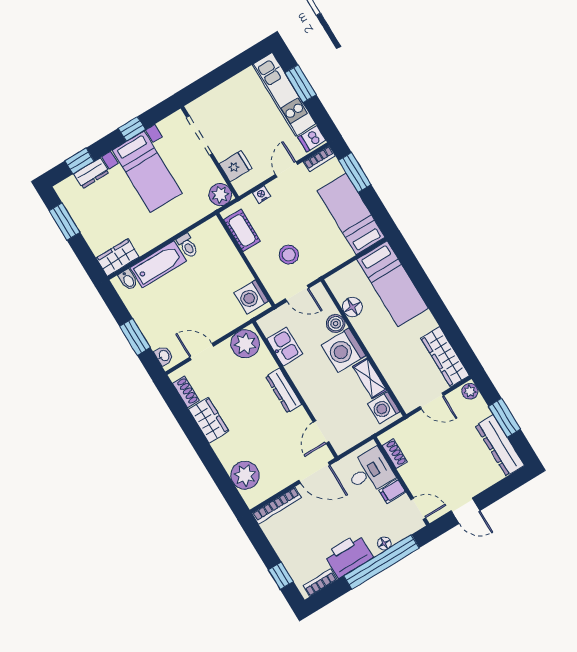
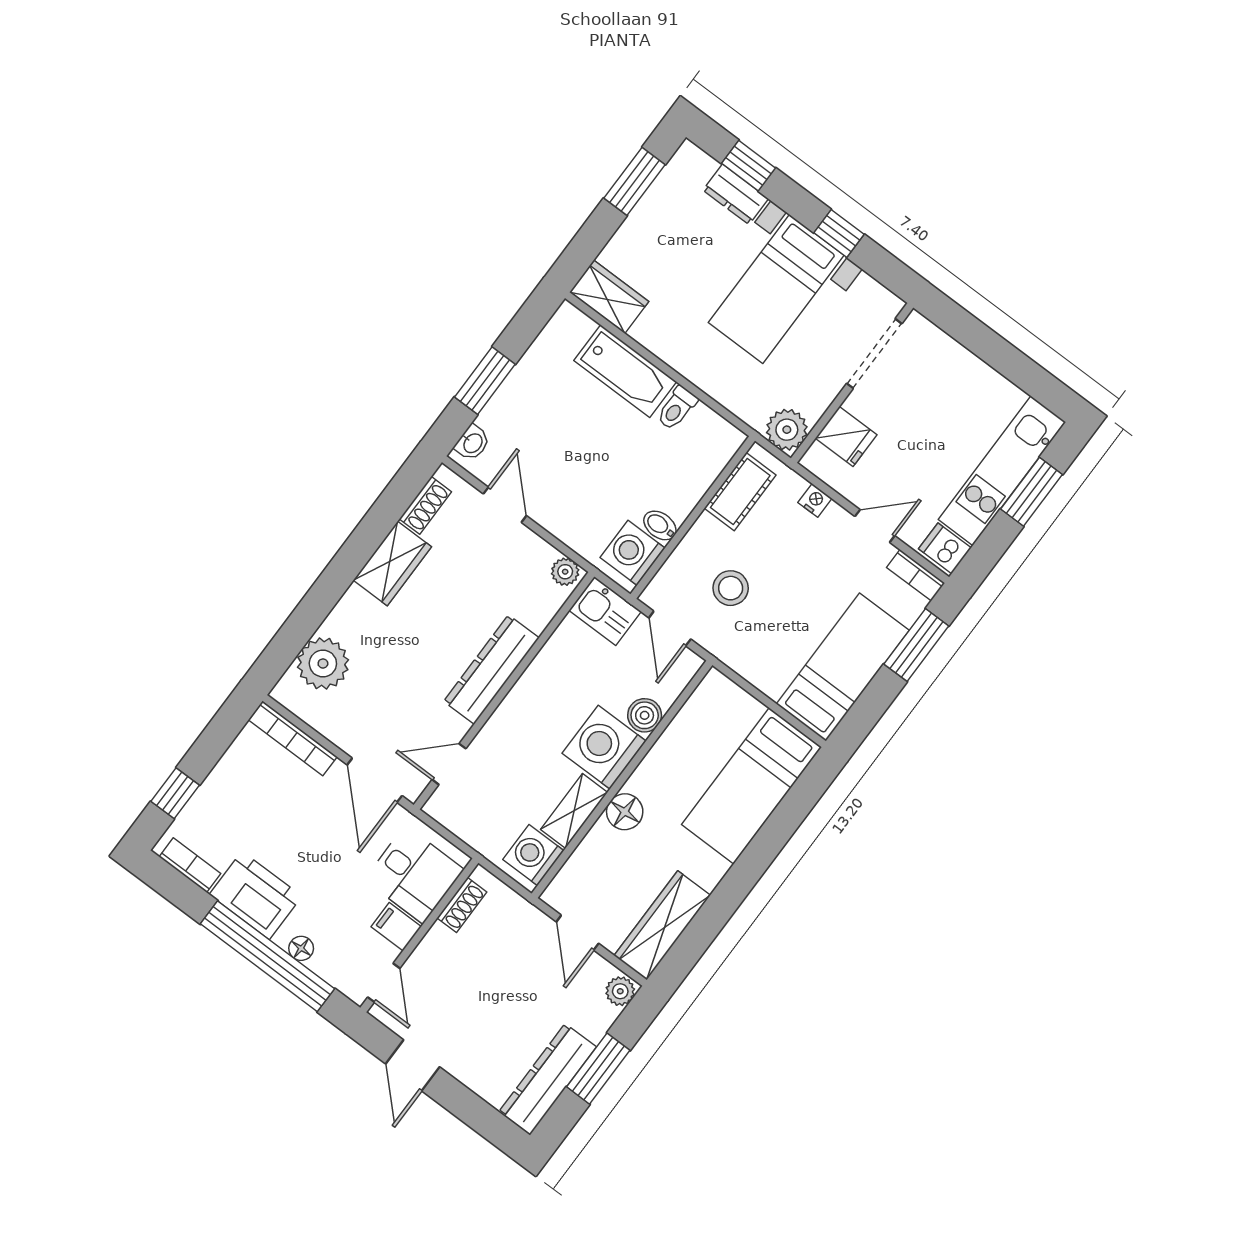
bidet: (128, 280) -> (660, 525), moved, turned 90
floor lamp: (352, 307) -> (625, 812), moved
plant: (245, 344) -> (565, 572), width x0.53, depth x0.53
kitchen sink: (285, 346) -> (605, 611), moved, turned 90
dresser: (284, 391) -> (491, 670), width x1.37, depth x1.24

